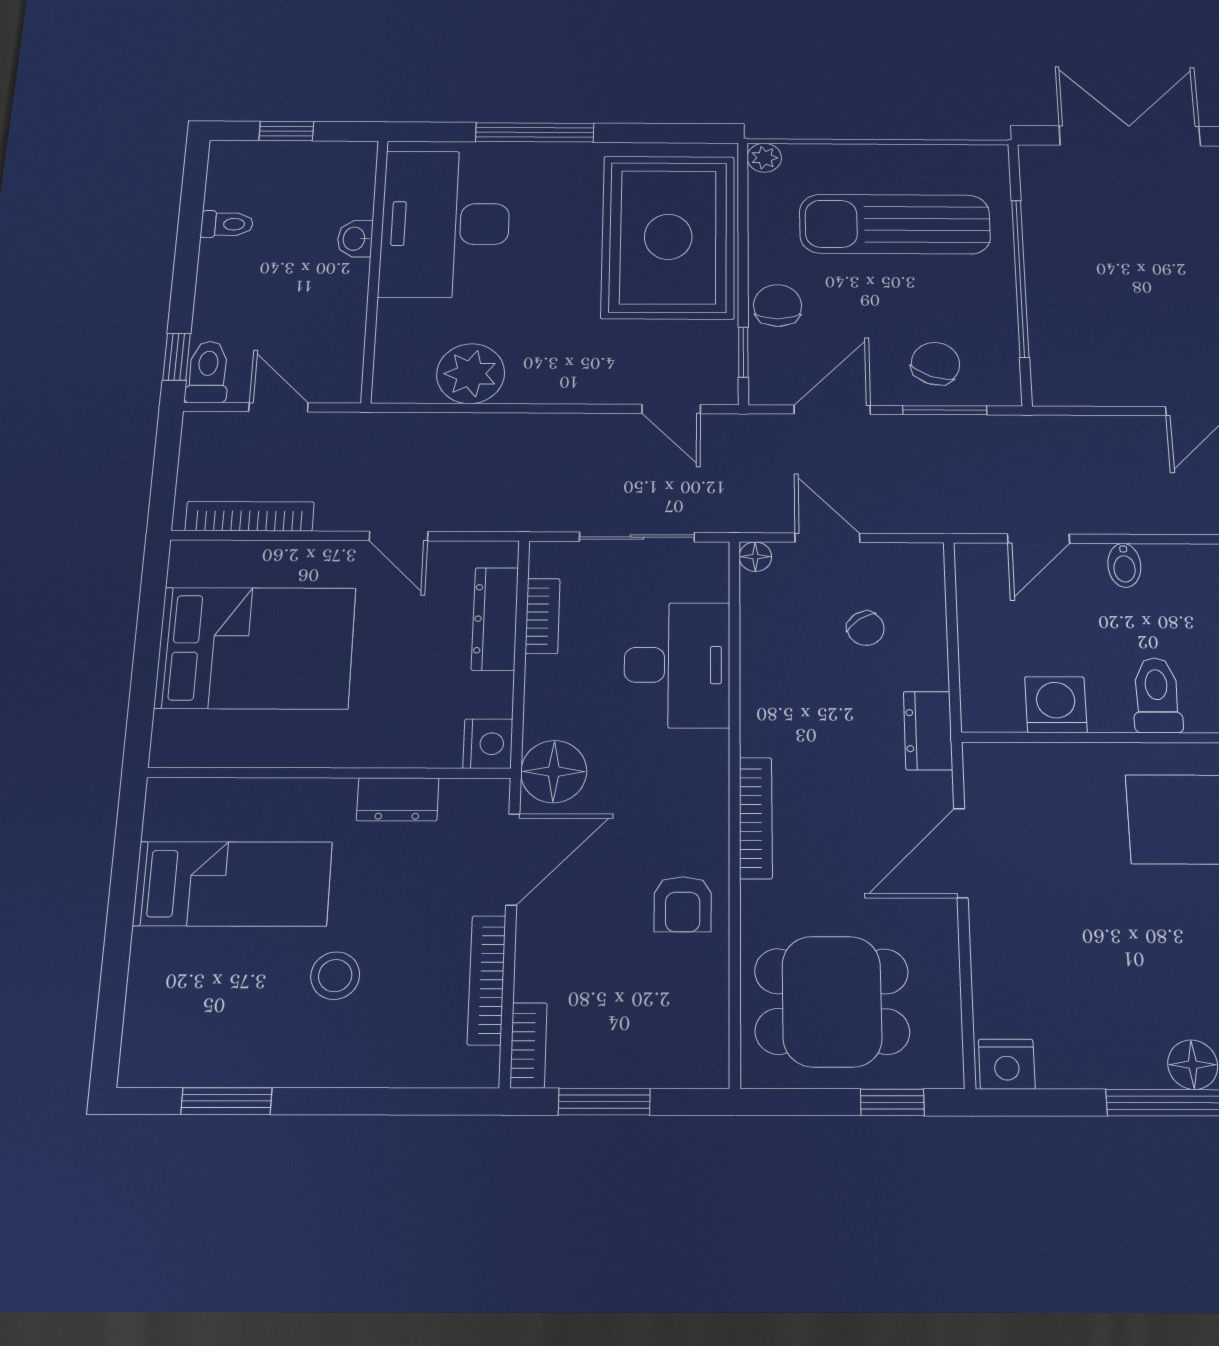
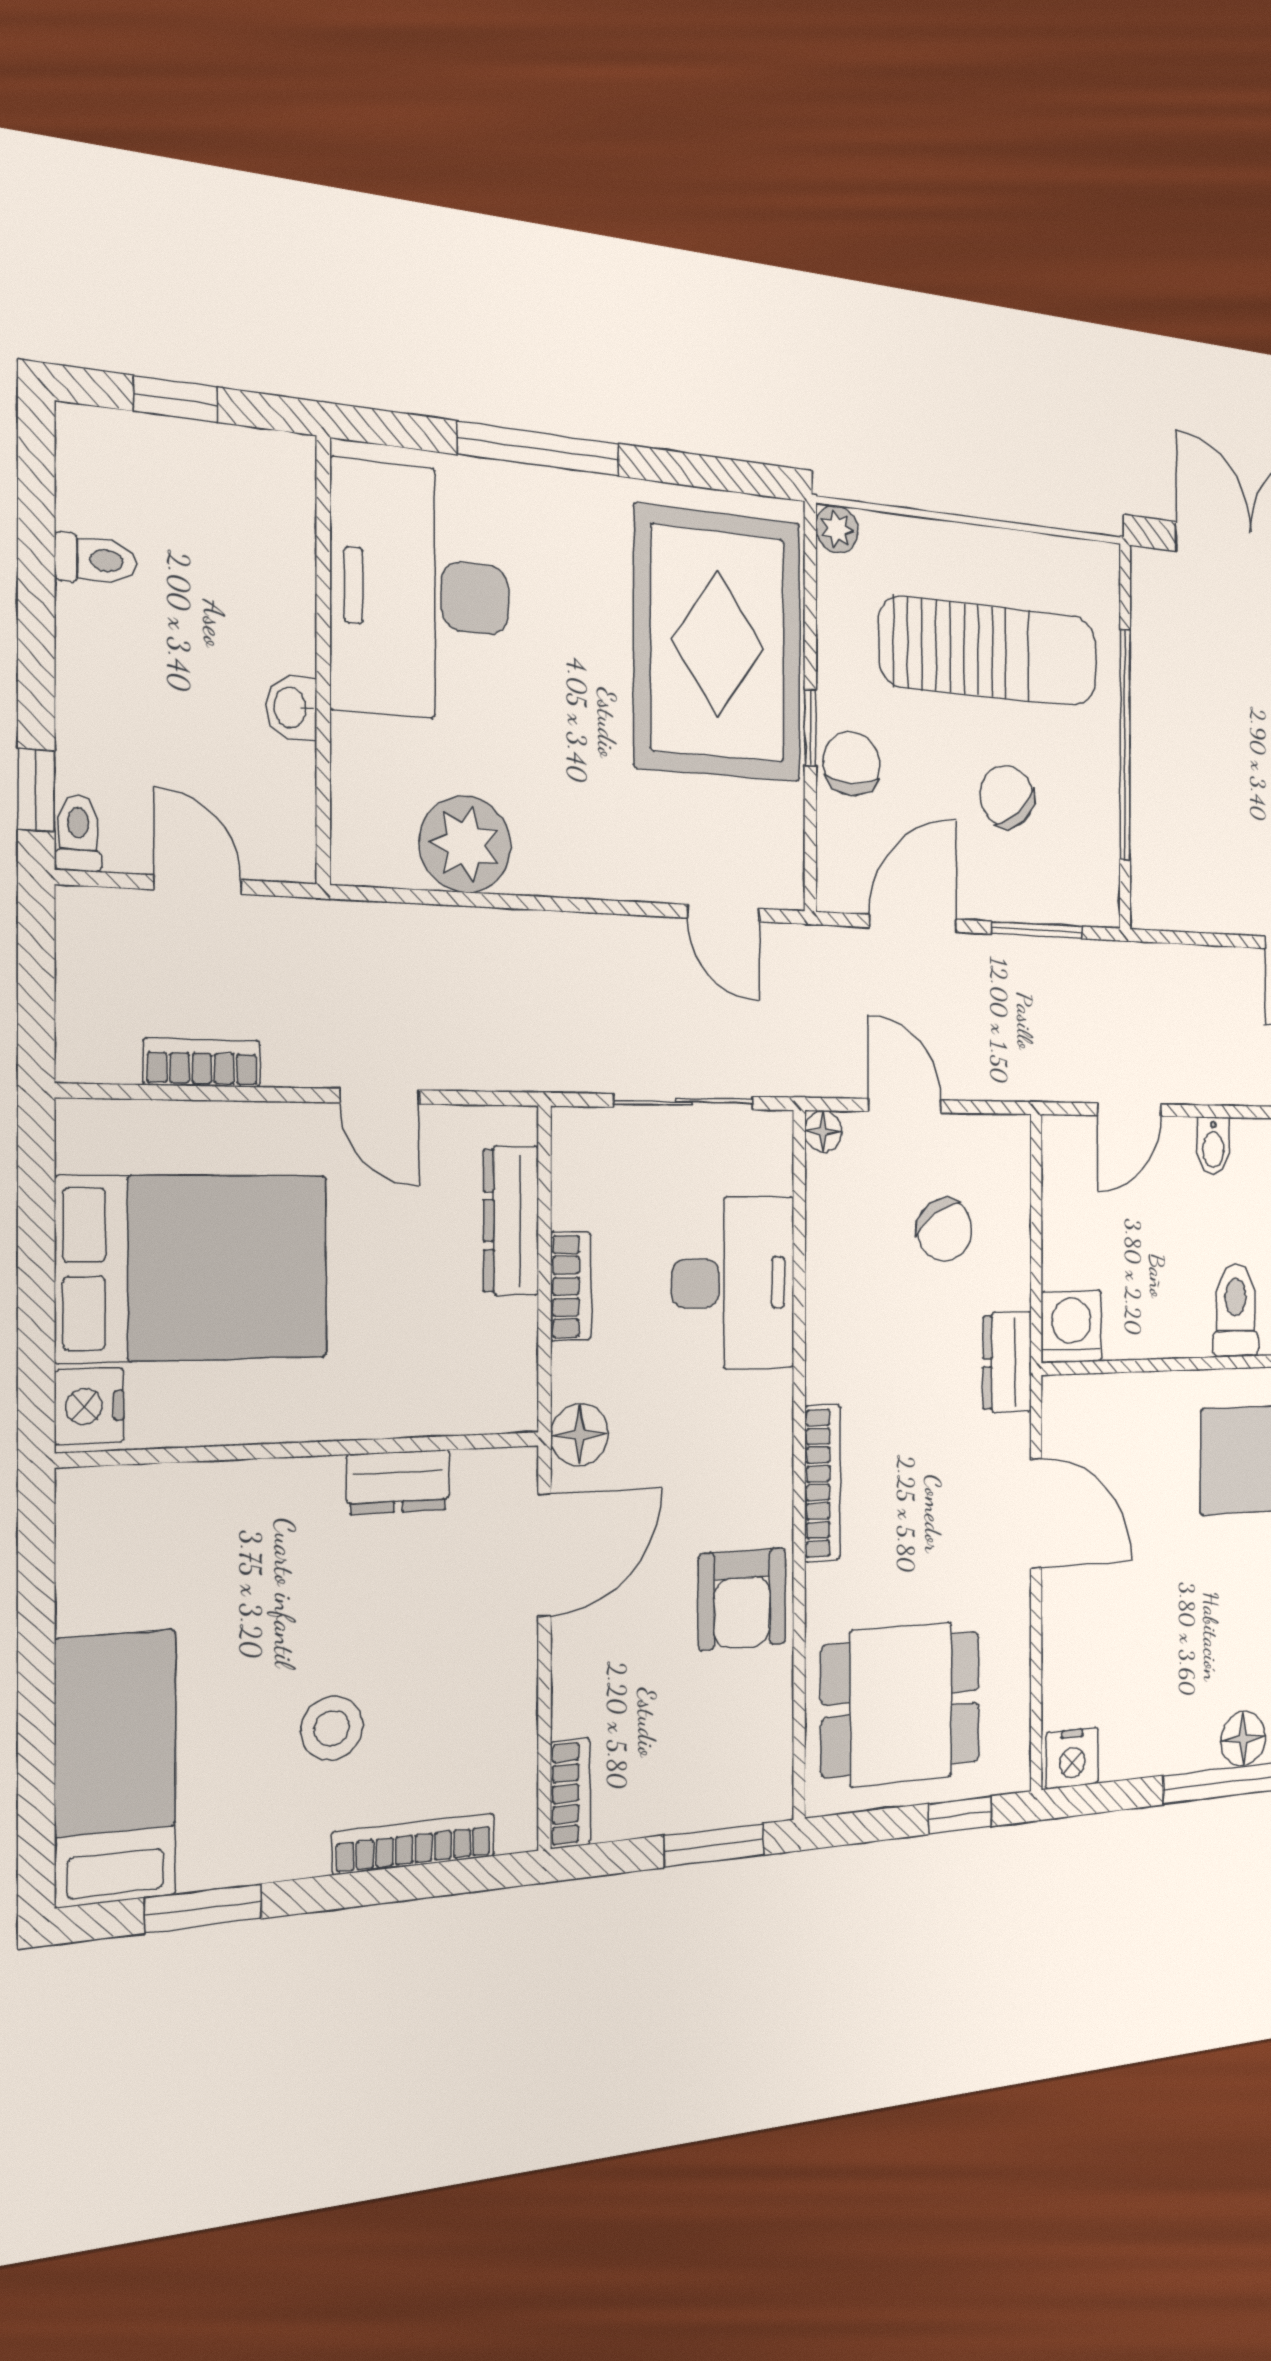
sun lounger: (895, 224) -> (989, 651), turned 180
washbasin: (355, 239) -> (292, 707), moved
window: (743, 352) -> (810, 727), moved
chair: (935, 364) -> (1007, 797), moved, turned -61
toilet: (208, 372) -> (78, 833), width x0.73, depth x0.72
bookcase: (250, 516) -> (202, 1063), width x0.64
bookcase: (543, 616) -> (571, 1286), moved
chair: (866, 628) -> (945, 1230), width x1.37, depth x1.37
washing machine: (1056, 705) -> (1071, 1326), moved
nightstand: (488, 744) -> (89, 1406), moved, turned 180
floor lamp: (554, 772) -> (579, 1434), width x0.73, depth x0.73
door: (961, 853) -> (1036, 1514), swing flipped
bed: (233, 884) -> (115, 1768), moved, turned -90
armchair: (683, 904) -> (742, 1599), width x1.38, depth x1.38
bookcase: (487, 980) -> (414, 1844), moved, turned 90
window: (604, 1102) -> (714, 1845), moved

